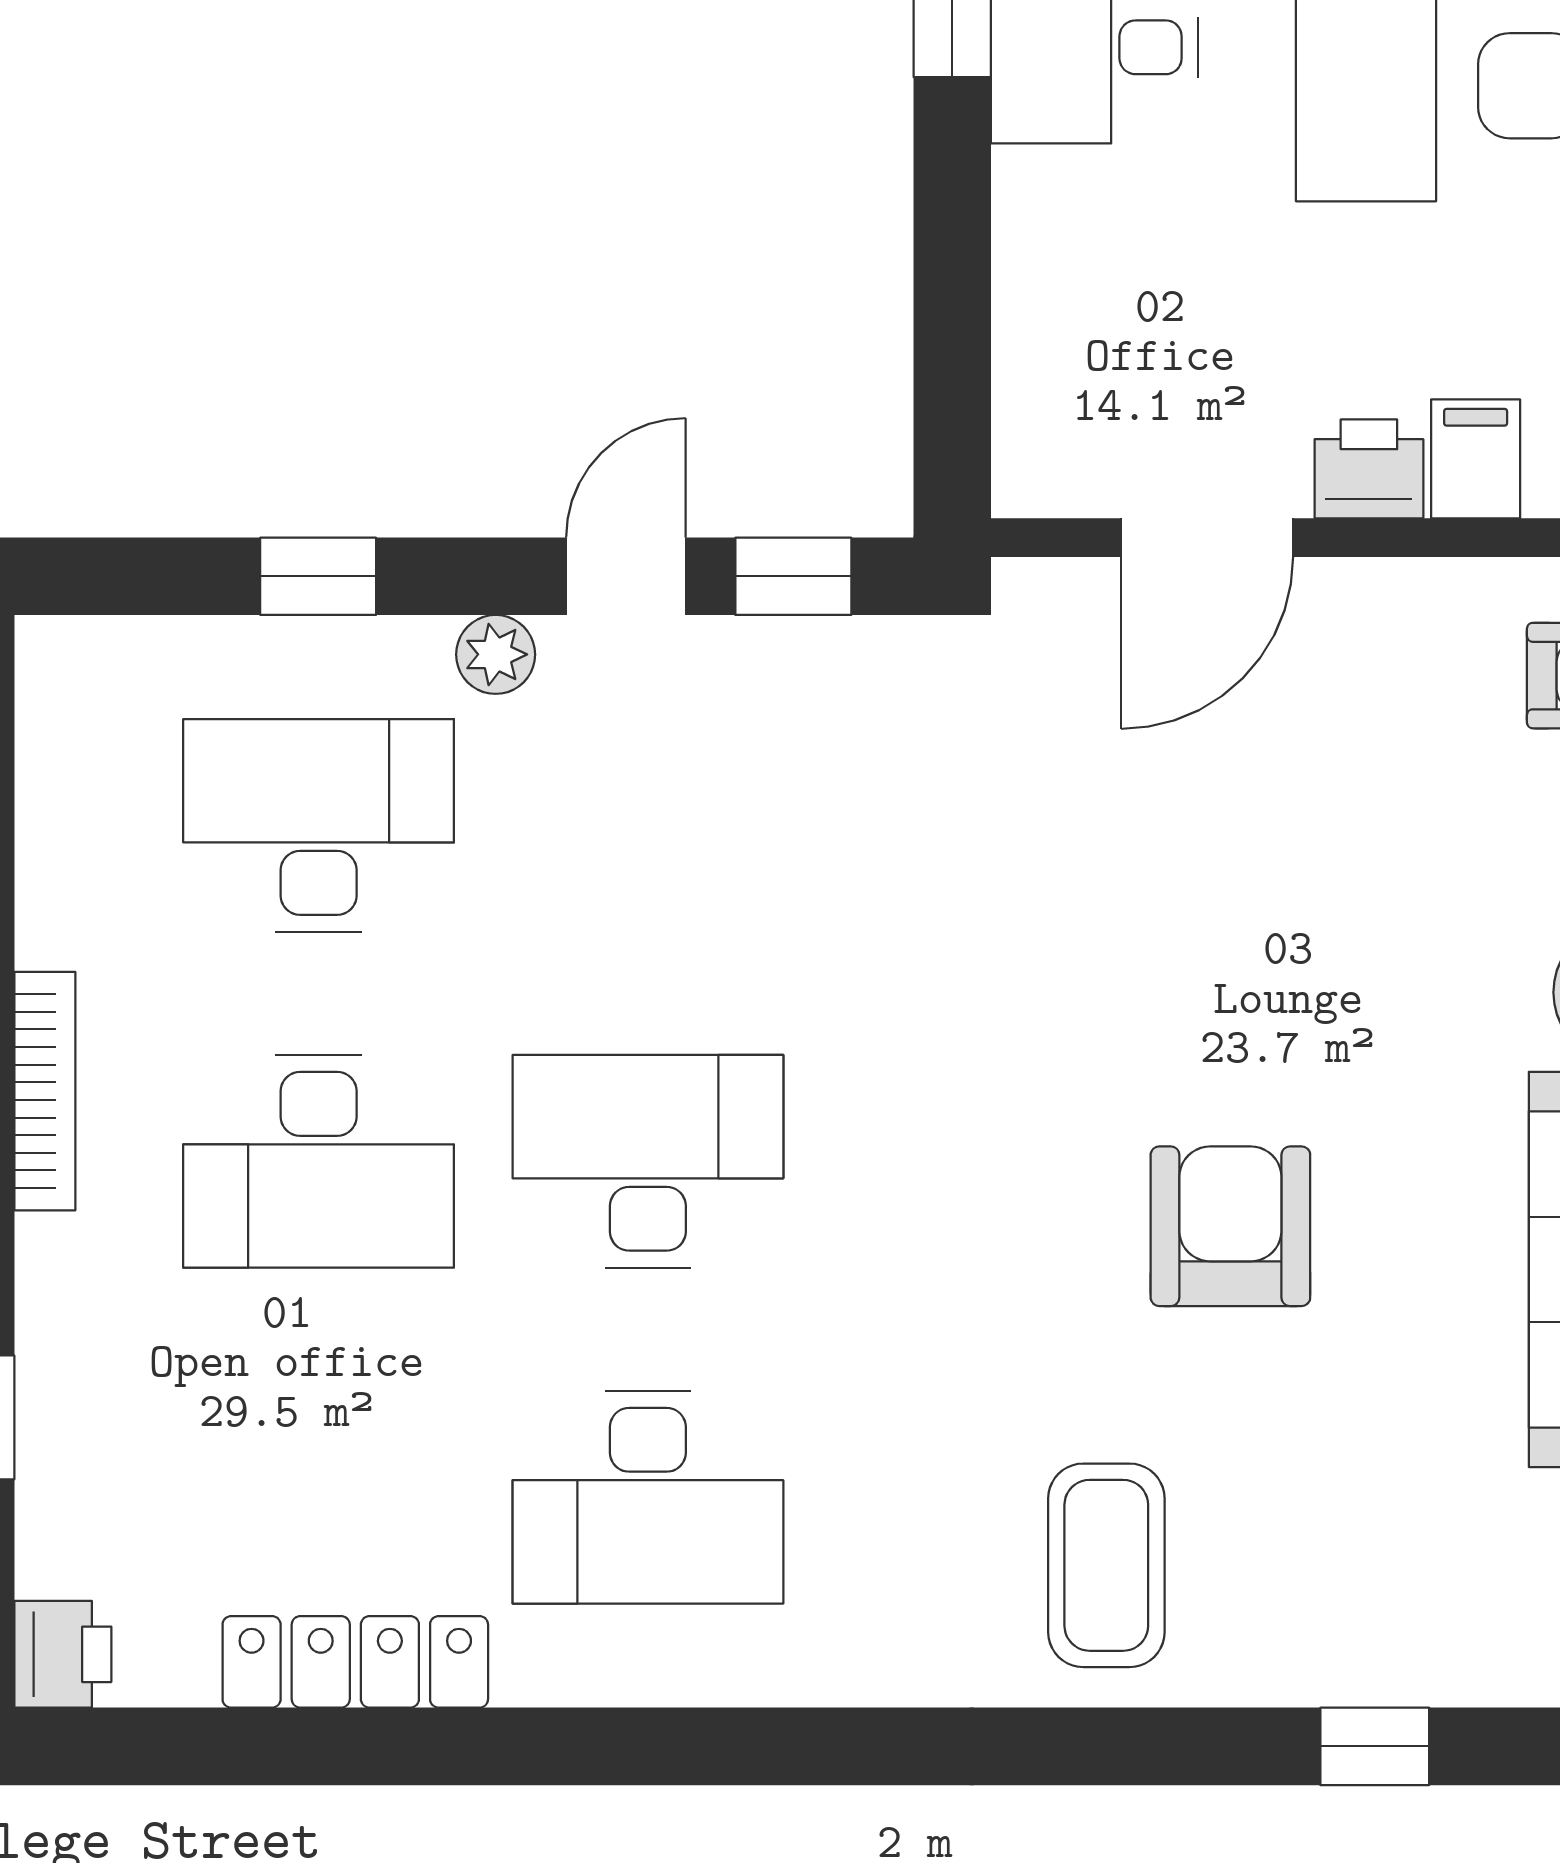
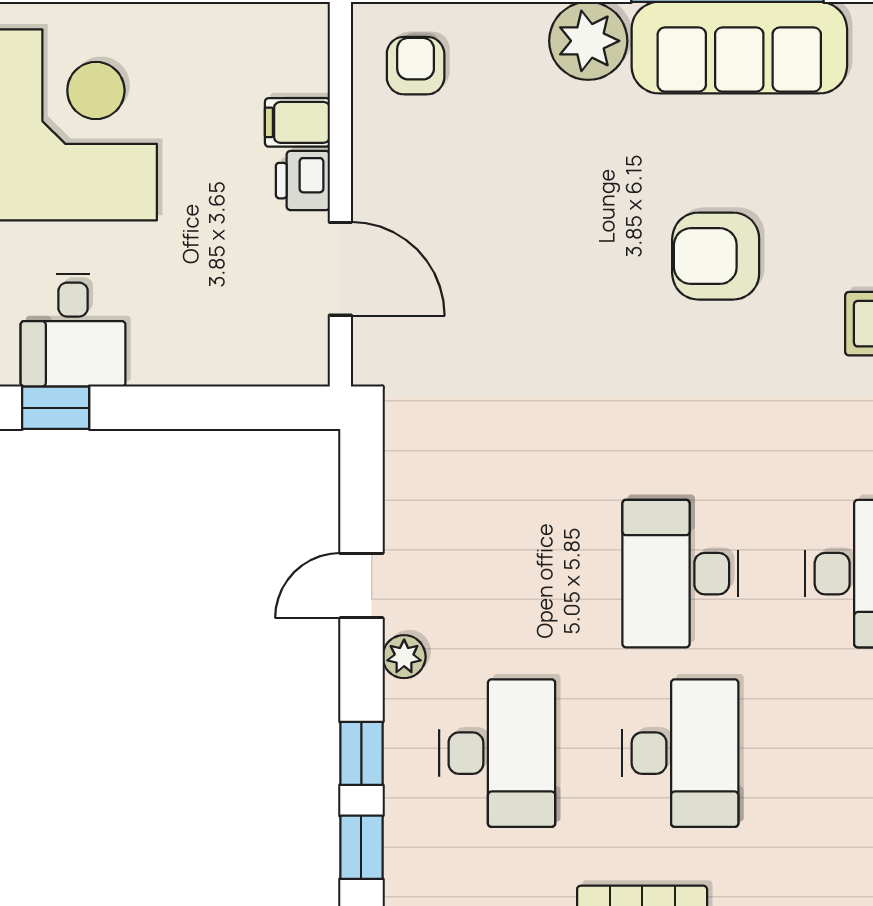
door: (626, 576) -> (361, 586), hinge flipped
window: (793, 576) -> (361, 847), moved
desk: (319, 825) -> (497, 753), turned 180

